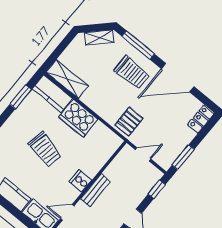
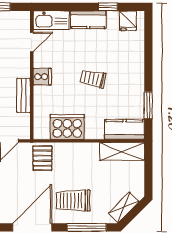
cooker: (78, 118) -> (67, 127), moved
trolley: (45, 149) -> (93, 79), width x0.73, depth x0.72
bench: (95, 190) -> (24, 95), moved

